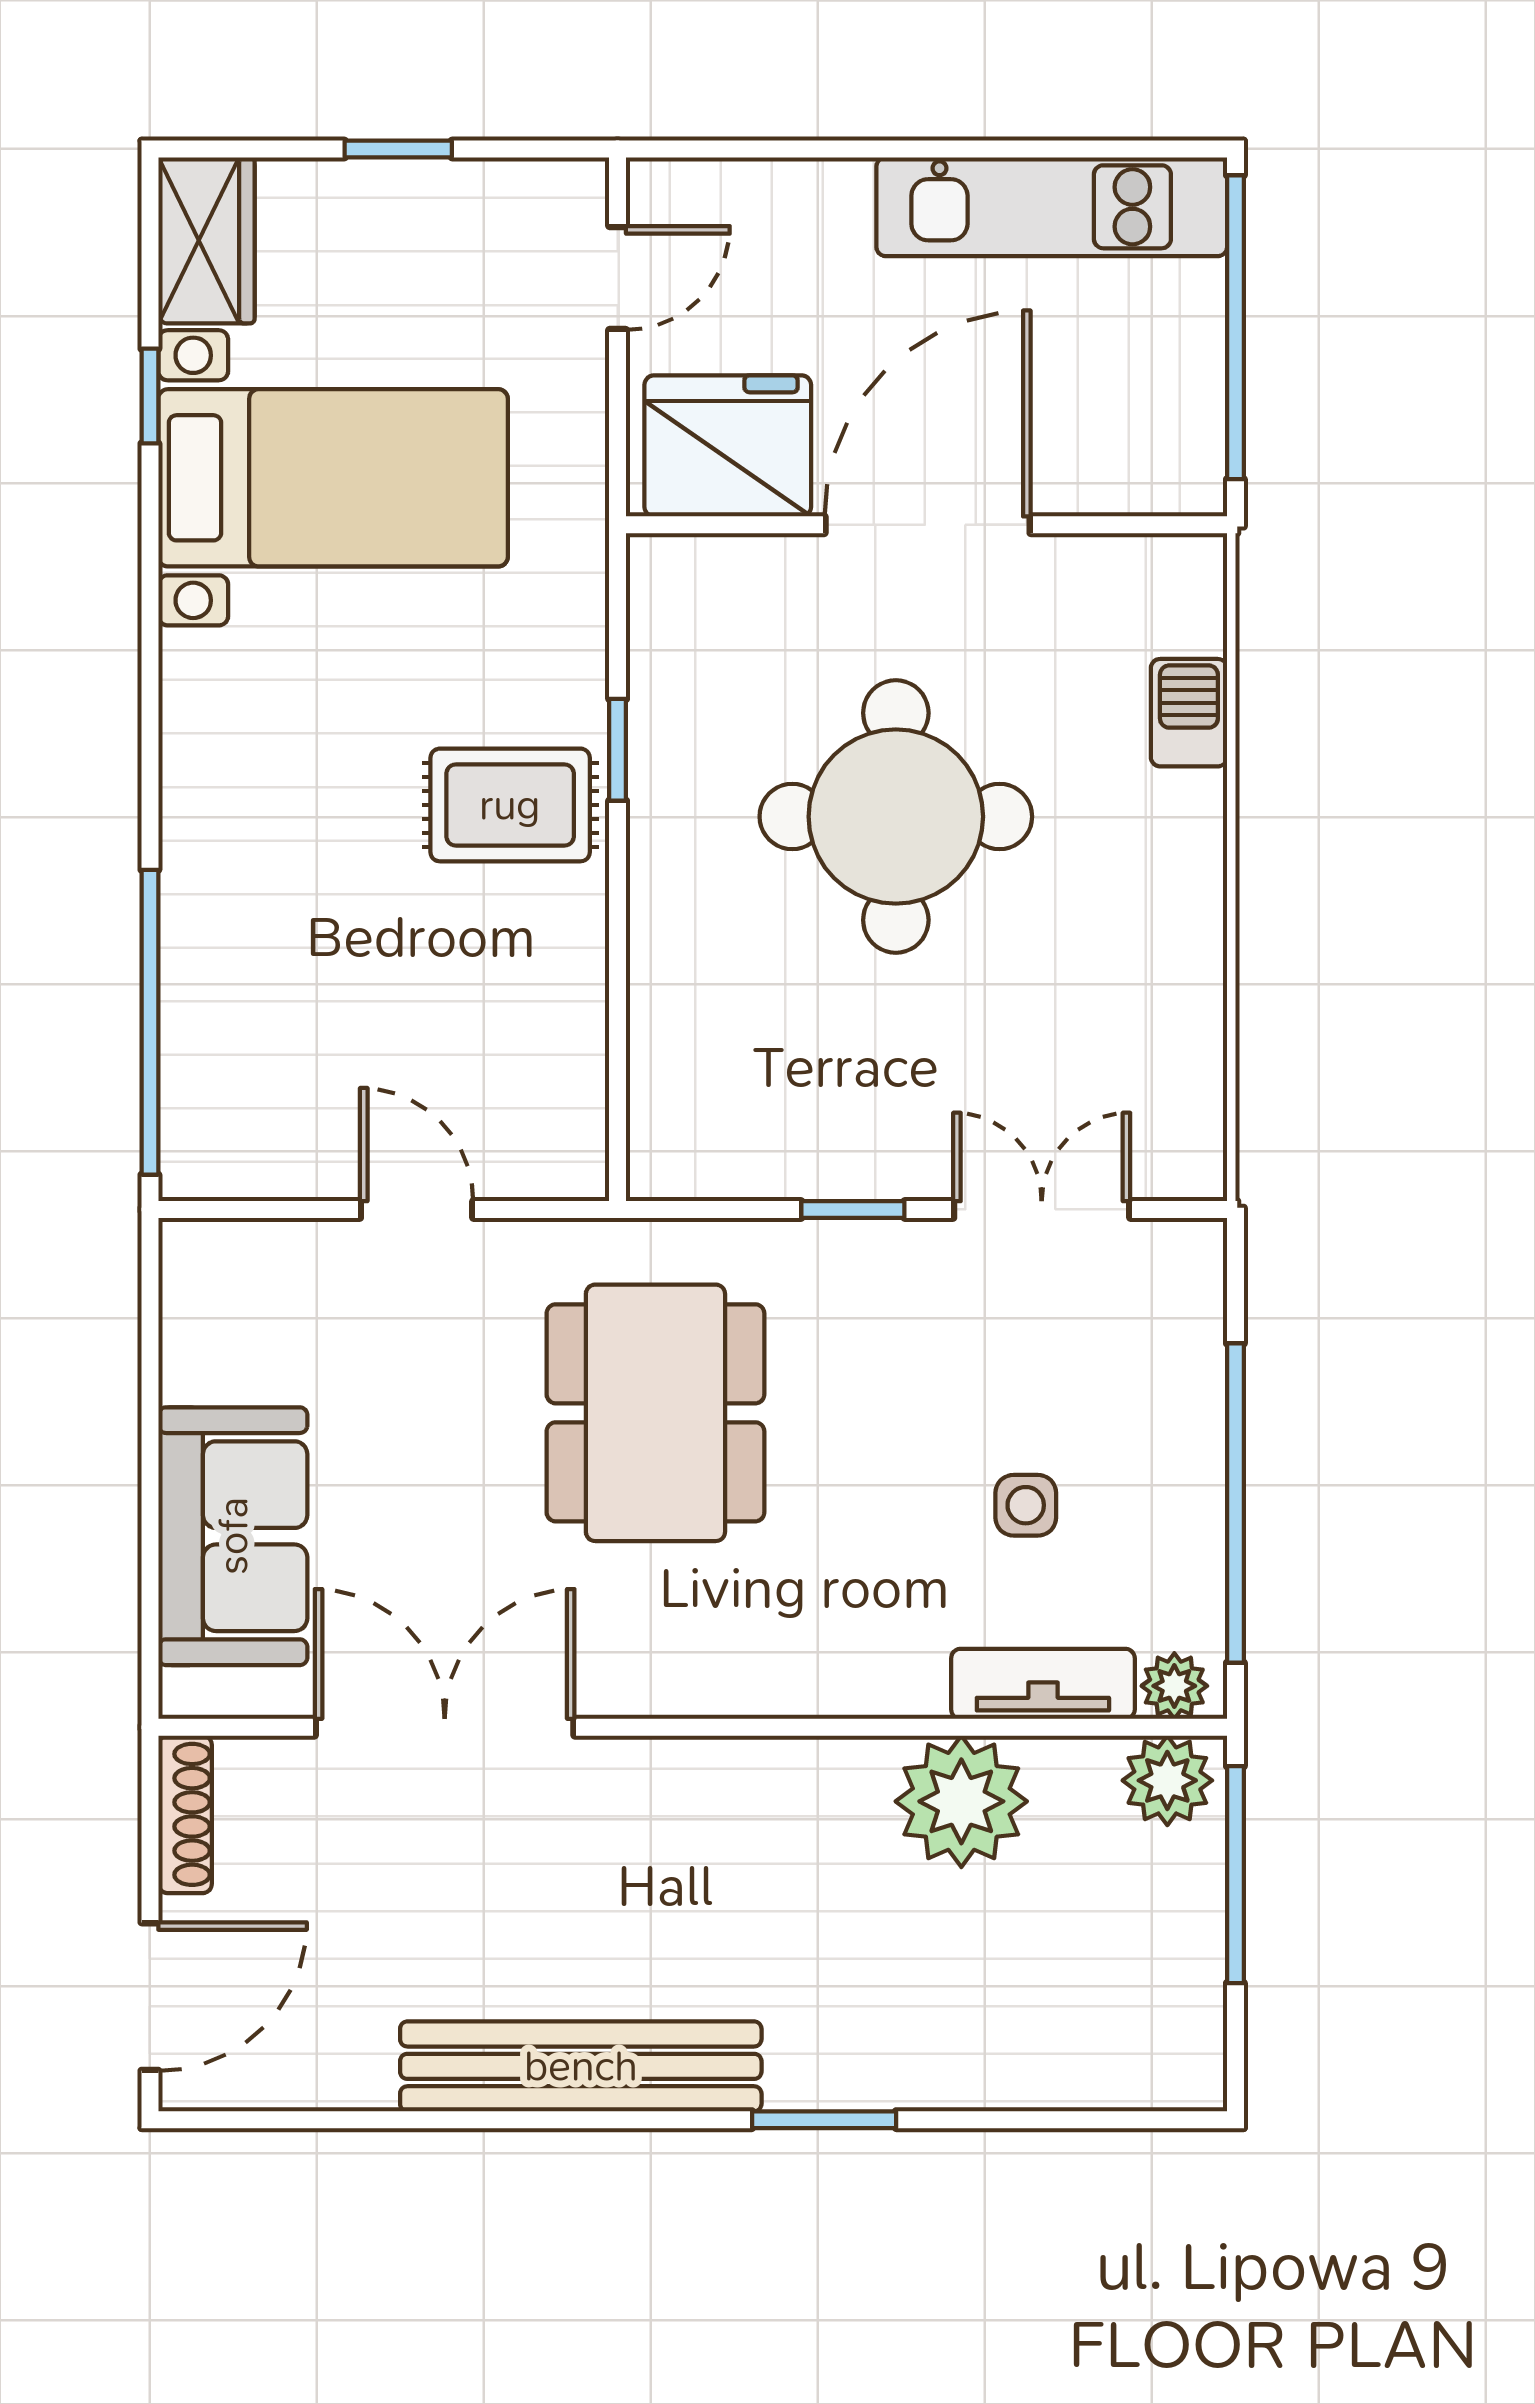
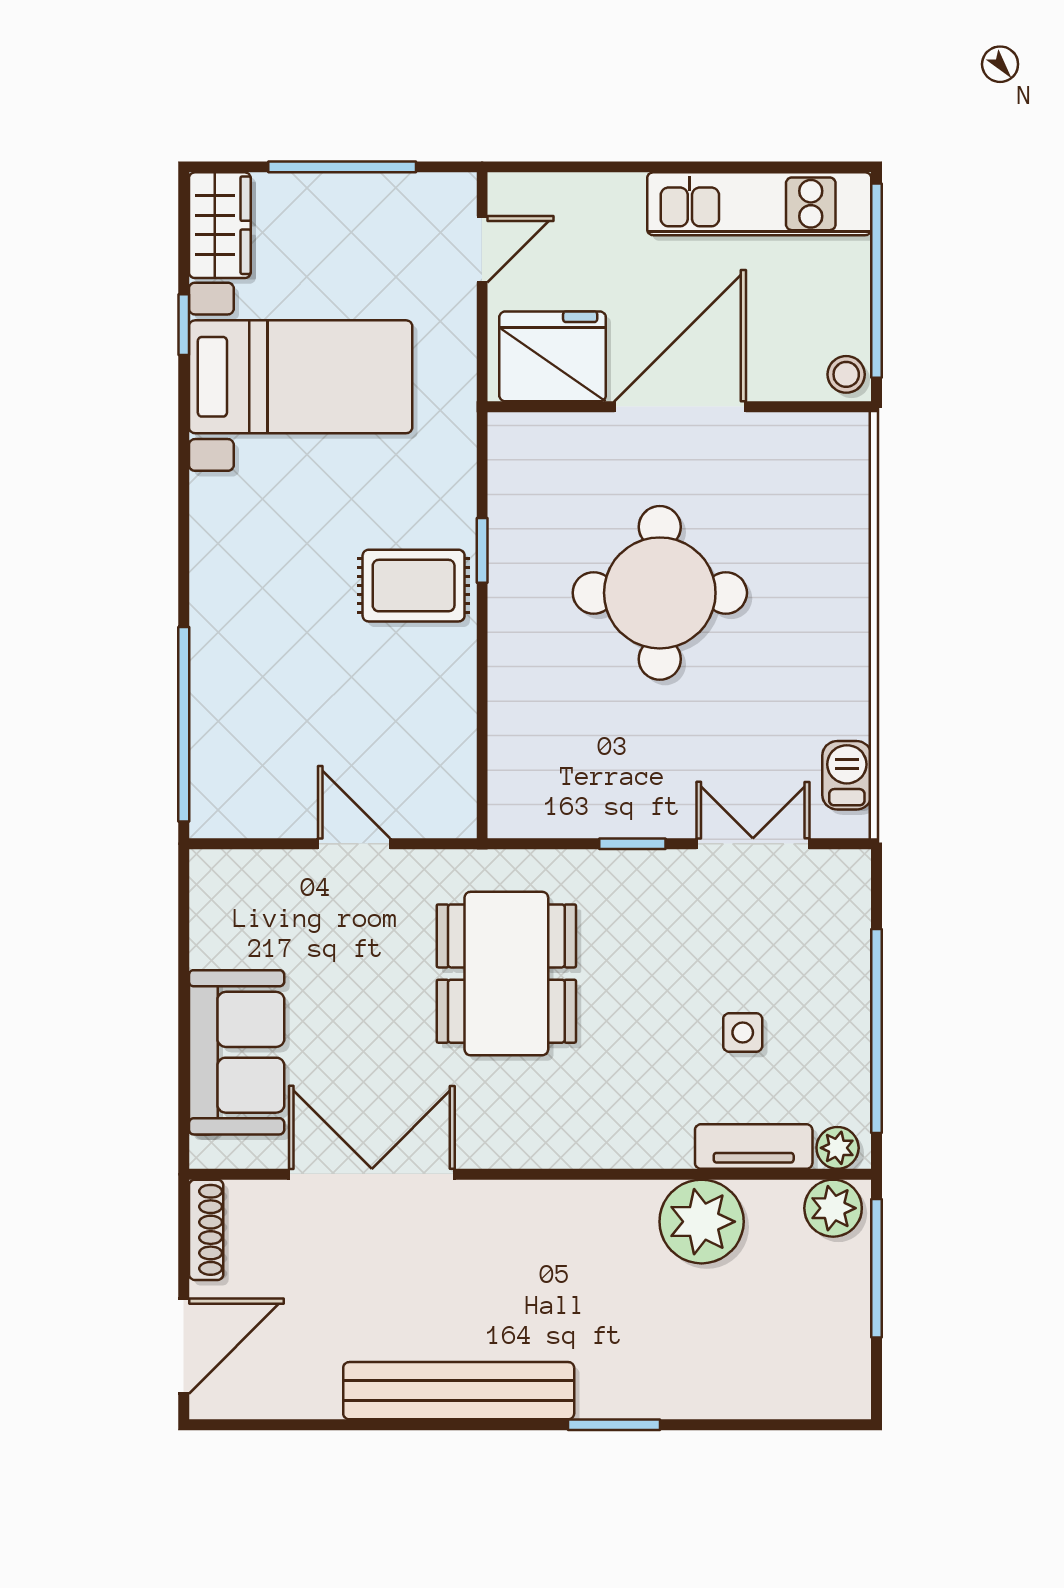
window: (398, 149) -> (342, 167), width x2.17
stool: (1188, 474) -> (846, 374), added
barbecue: (1189, 713) -> (847, 775), moved

